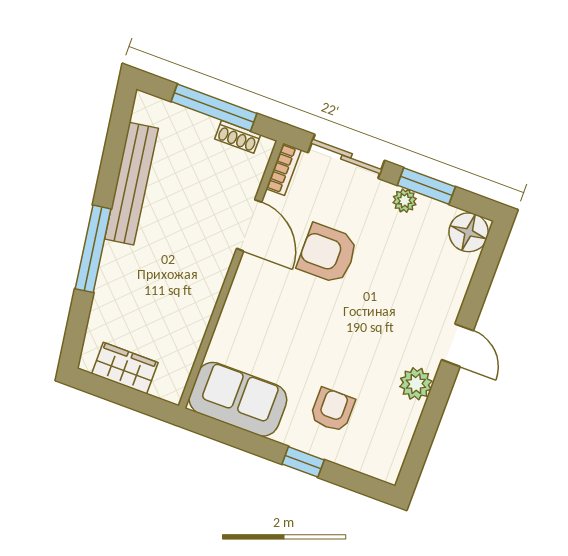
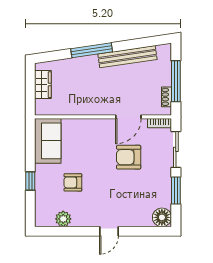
plant: (405, 201) -> (166, 183), removed
armchair: (328, 254) -> (129, 157), turned -90
plant: (416, 384) -> (63, 219), moved
armchair: (332, 410) -> (73, 182), moved, turned 180

